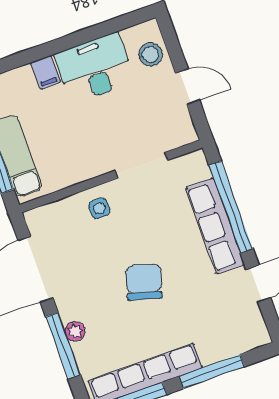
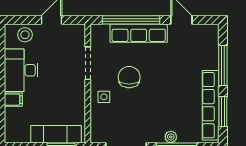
chair: (144, 282) -> (129, 77), moved, turned 74

